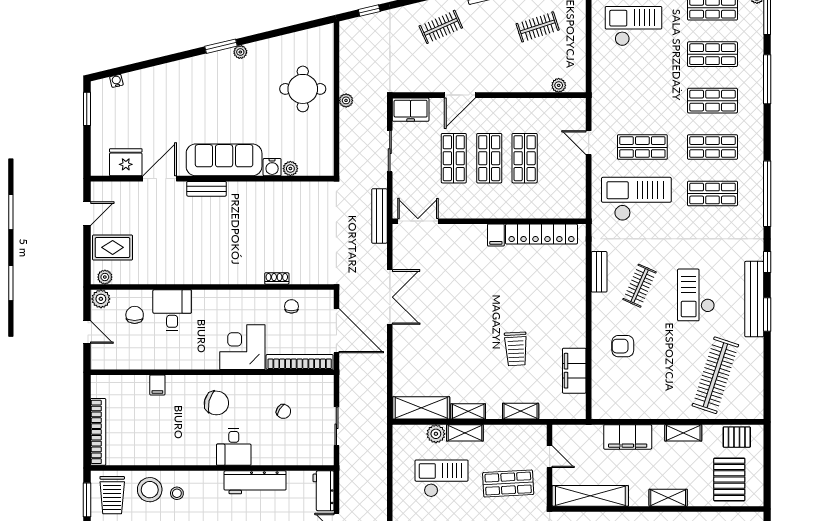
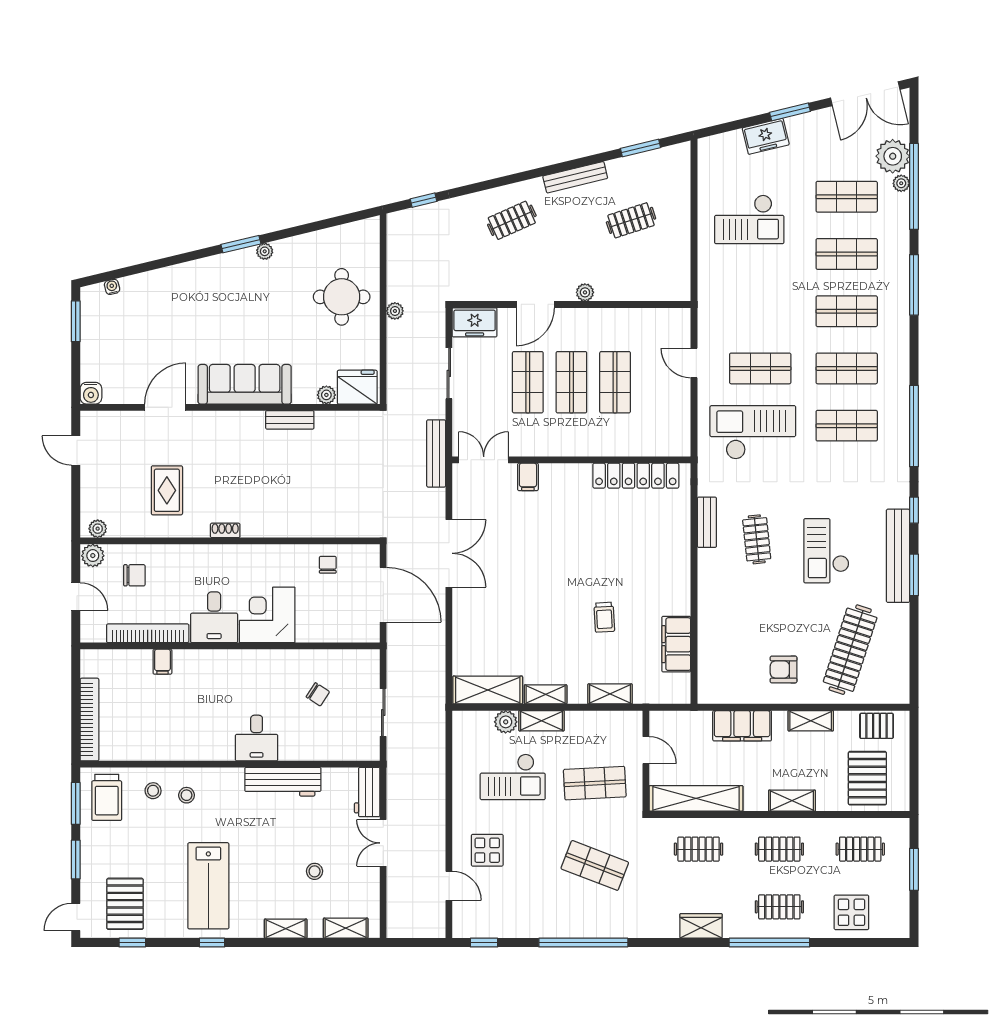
checkout: (633, 26) -> (749, 219), turned 180
plant: (559, 85) -> (585, 292), moved
fridge: (126, 162) -> (357, 387), moved
water cooler: (272, 167) -> (91, 393), moved
bench: (207, 189) -> (290, 420), moved
door: (87, 214) -> (76, 450), swing flipped
filing cabinet: (496, 235) -> (528, 477), moved
rug: (113, 247) -> (167, 490), moved, turned 90
shoe rack: (277, 278) -> (225, 530), moved
clothes rail: (640, 286) -> (757, 539), turned -30
desk: (172, 310) -> (214, 617), moved, turned 180
chair: (135, 315) -> (134, 575), turned 90
armchair: (623, 346) -> (784, 669), moved
trolley: (516, 349) -> (604, 617), width x0.73, depth x0.72
bookcase: (300, 362) -> (148, 633), moved
chair: (216, 403) -> (235, 684), removed
checkout: (442, 478) -> (513, 777), turned 180
stool: (150, 490) -> (153, 791), width x0.53, depth x0.53

